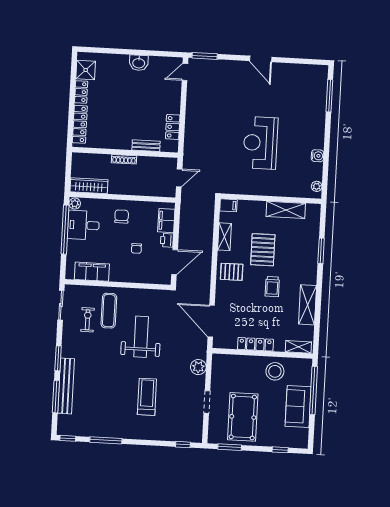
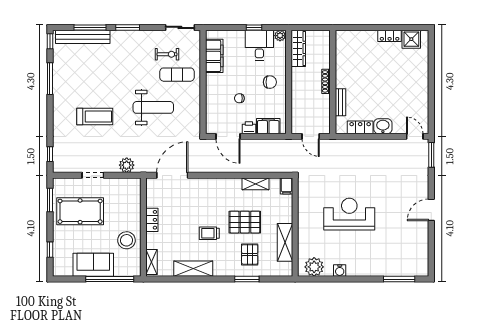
washbasin: (139, 63) -> (383, 126), moved, turned 90
locker: (80, 124) -> (358, 36), removed
plant: (317, 186) -> (314, 267), width x1.88, depth x1.88
window: (65, 230) -> (254, 27), width x0.32
pallet: (232, 272) -> (250, 254), moved
locker: (255, 344) -> (152, 220), width x0.66
bench: (66, 386) -> (83, 37), moved

